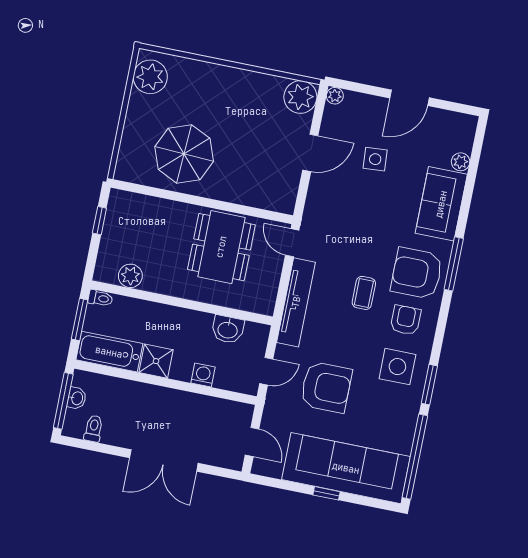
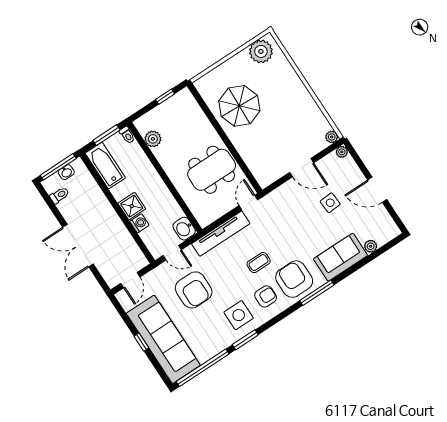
plant: (300, 97) -> (332, 137), width x0.53, depth x0.53
washbasin: (228, 329) -> (184, 229), moved
shower: (156, 361) -> (132, 206), moved

